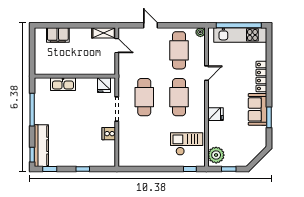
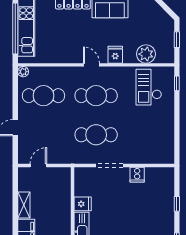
shelving: (104, 33) -> (24, 205), moved
door: (206, 73) -> (92, 65), moved
fridge: (104, 85) -> (83, 204), moved
plant: (216, 155) -> (146, 54), moved

